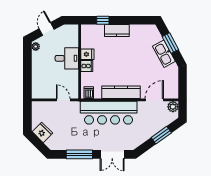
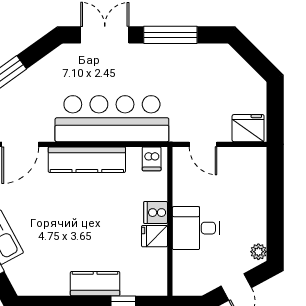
fridge: (42, 132) -> (248, 128), moved, turned 135

